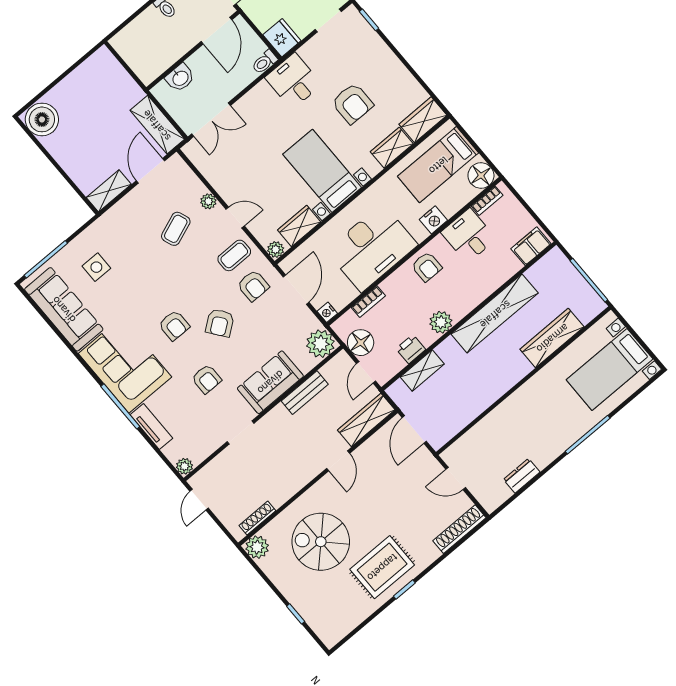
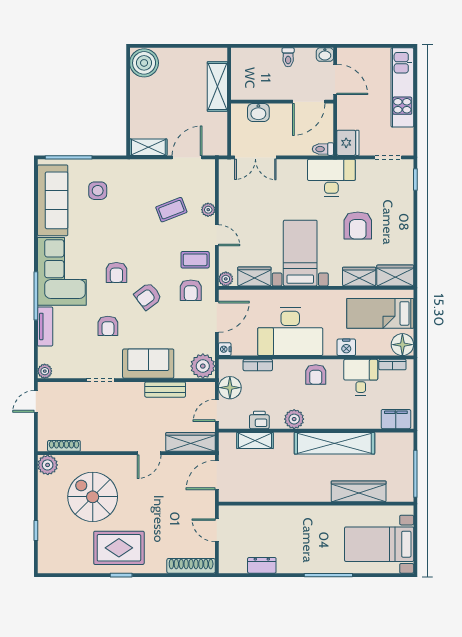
desk: (293, 81) -> (331, 178), width x1.37
shelving: (157, 125) -> (217, 87), moved

